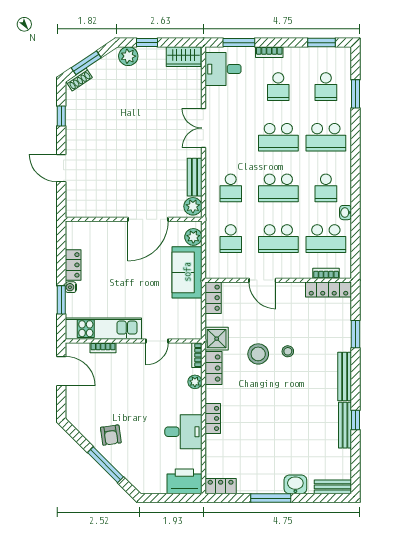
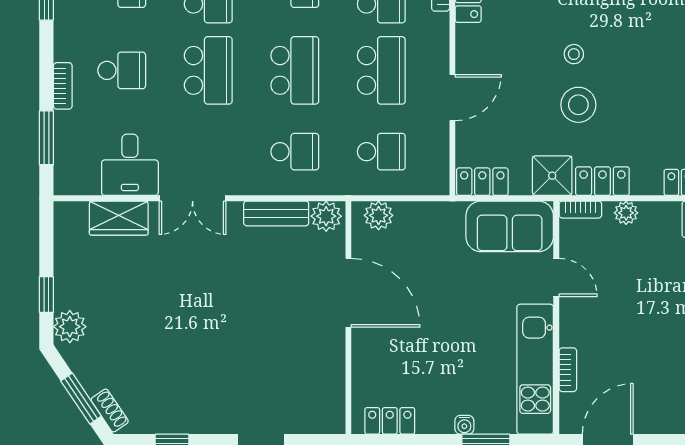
wardrobe: (184, 57) -> (119, 218), moved, turned 90
desk: (223, 69) -> (130, 165), moved
locker: (73, 265) -> (390, 421), moved
sofa: (187, 272) -> (510, 226), moved

